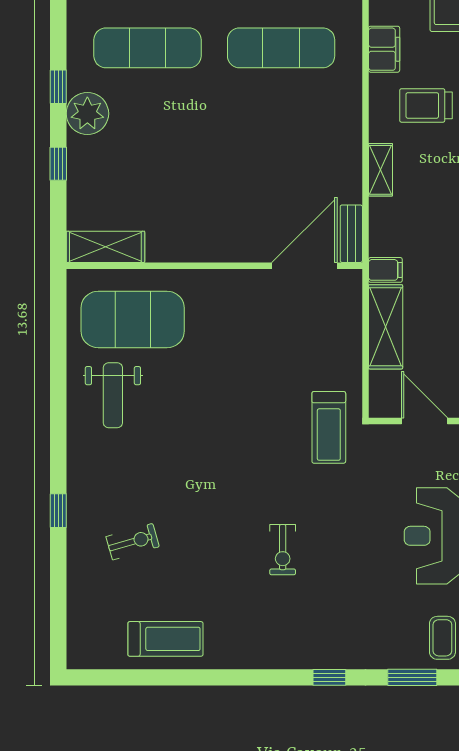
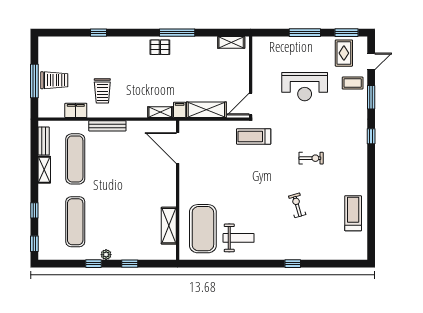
plant: (87, 114) -> (106, 255), width x0.53, depth x0.53
shelving: (381, 170) -> (160, 112), moved
bench: (351, 234) -> (107, 126), moved, width x1.36
shelving: (105, 247) -> (169, 226), moved
door: (424, 421) -> (251, 104), moved
treadmill: (329, 427) -> (254, 136), turned 180
exercise bike: (133, 542) -> (297, 205), moved

